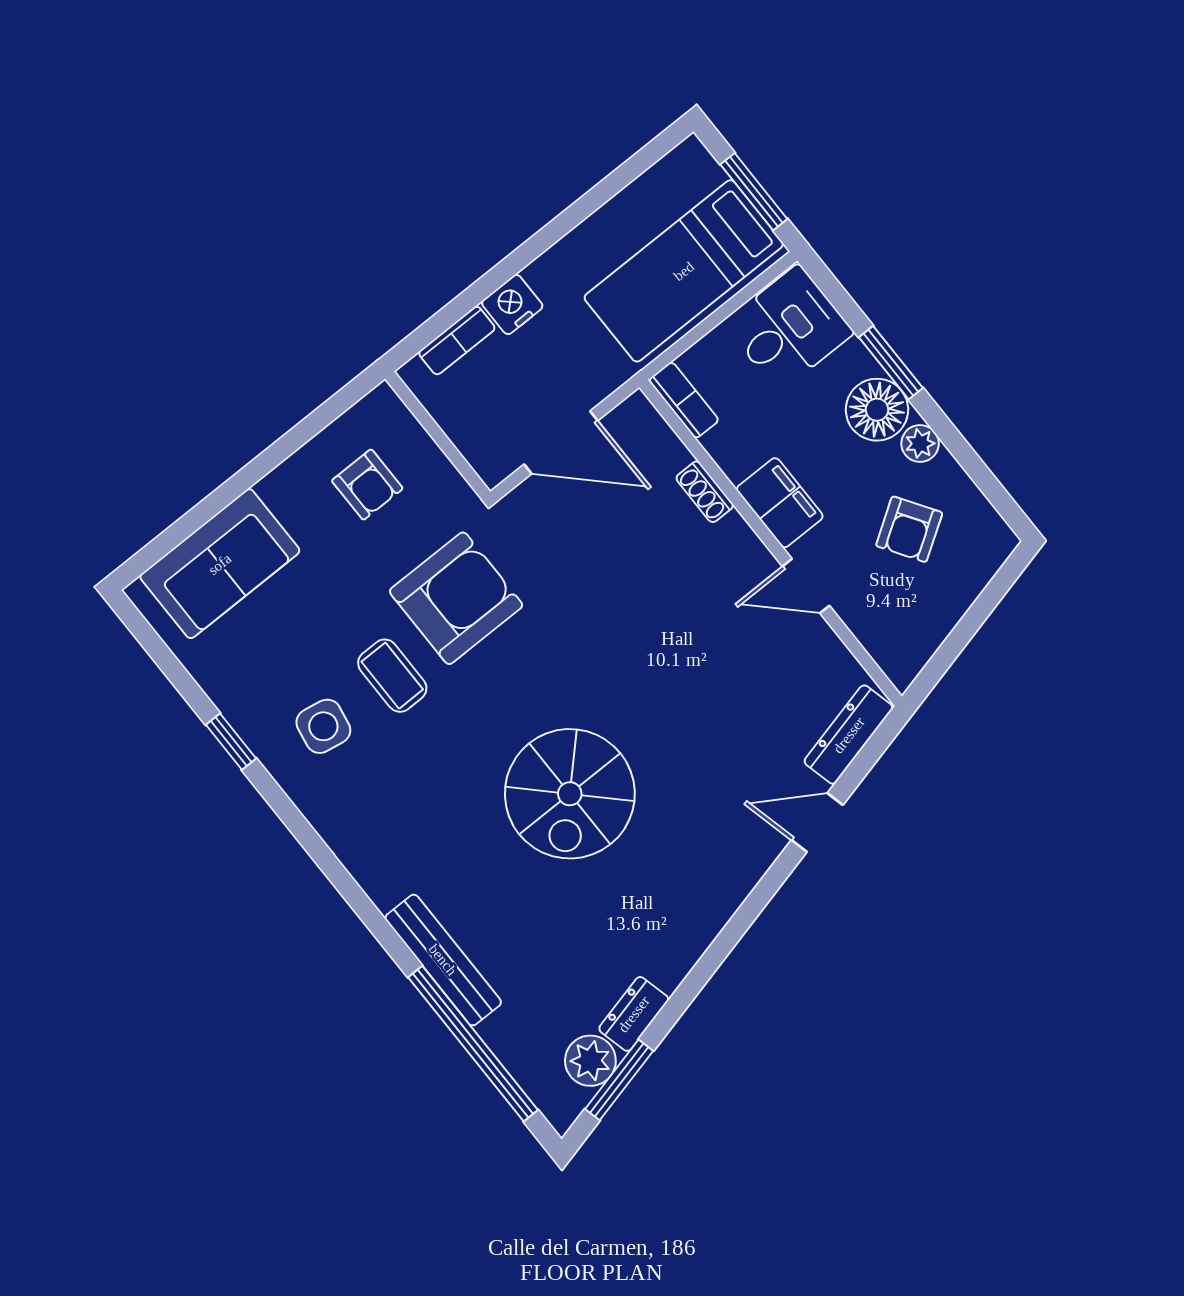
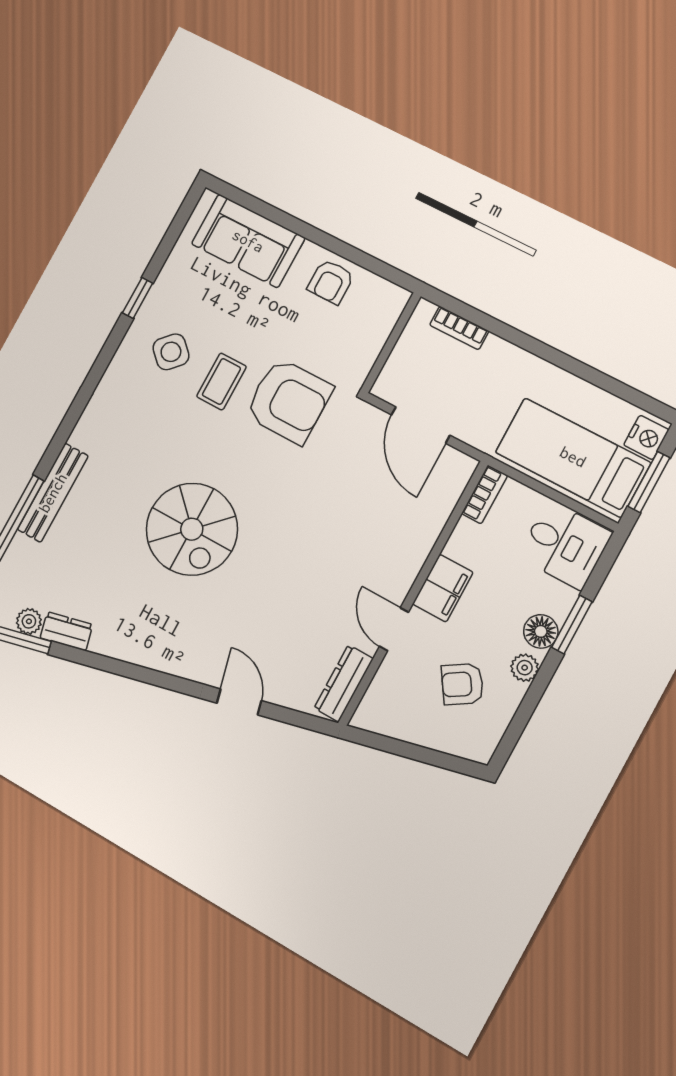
nightstand: (512, 304) -> (646, 437), moved, turned 90
floor lamp: (877, 410) -> (541, 631), width x0.73, depth x0.73
armchair: (367, 485) -> (331, 282), moved
shoe rack: (705, 492) -> (429, 534), removed
side table: (323, 726) -> (171, 352), turned 34
dresser: (849, 735) -> (344, 683), moved, turned -76
spiral stairs: (570, 794) -> (192, 529), turned -90
plant: (590, 1061) -> (29, 621), width x0.73, depth x0.73

